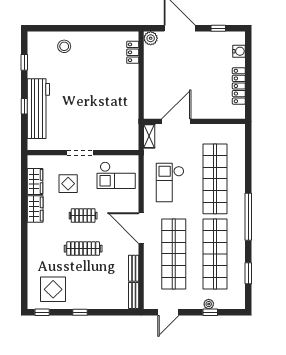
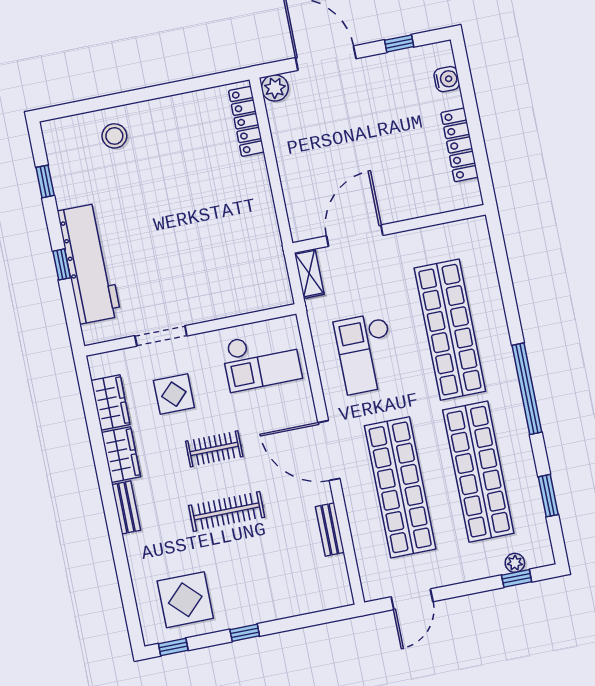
locker: (133, 52) -> (246, 121), width x1.53
doorway: (80, 153) -> (161, 336), moved
bench: (134, 296) -> (126, 507), moved
plant: (209, 304) -> (515, 563), moved
window: (210, 312) -> (517, 578), moved

